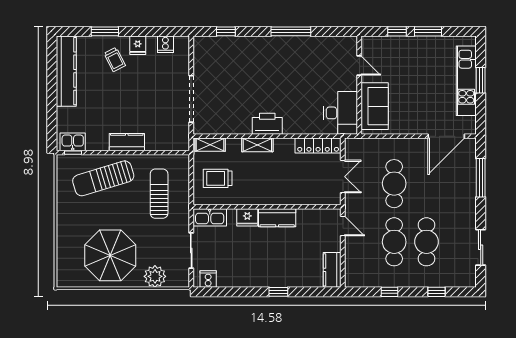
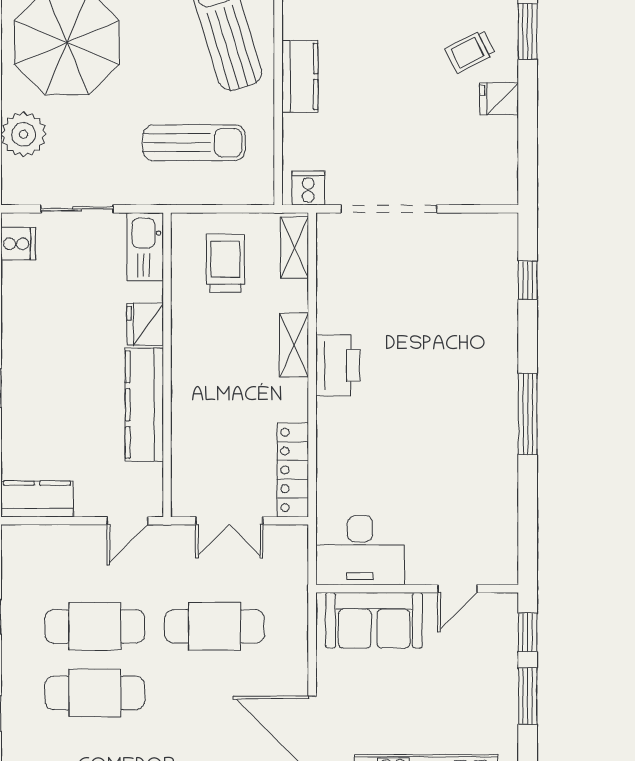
cooker: (165, 44) -> (308, 188), moved, turned 90
door: (359, 66) -> (457, 589), moved
wall: (359, 85) -> (417, 589), moved
sofa: (375, 106) -> (374, 620), moved
desk: (341, 113) -> (360, 550), moved
kitchen counter: (277, 218) -> (144, 405), width x1.50

